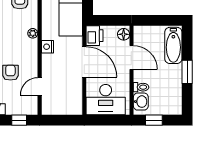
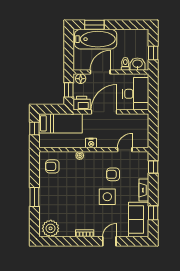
window: (110, 20) -> (69, 90), added
bathtub: (173, 45) -> (96, 39), width x1.36, depth x1.36
window: (187, 72) -> (94, 25), moved
door: (40, 86) -> (125, 150), swing flipped

